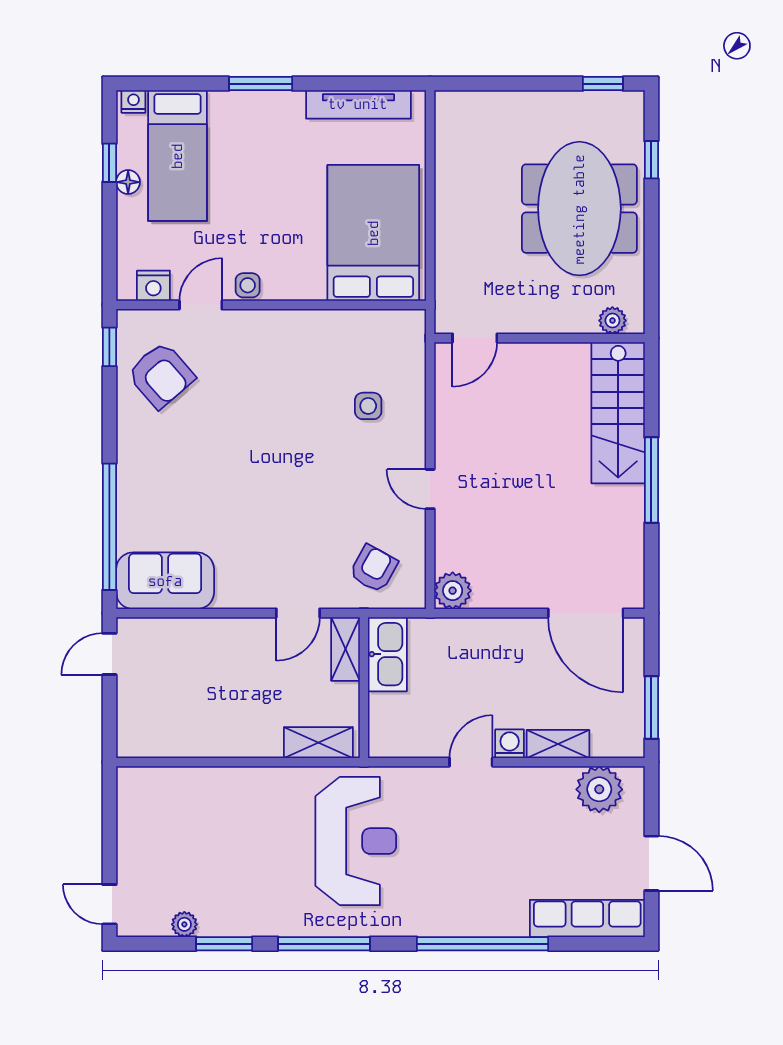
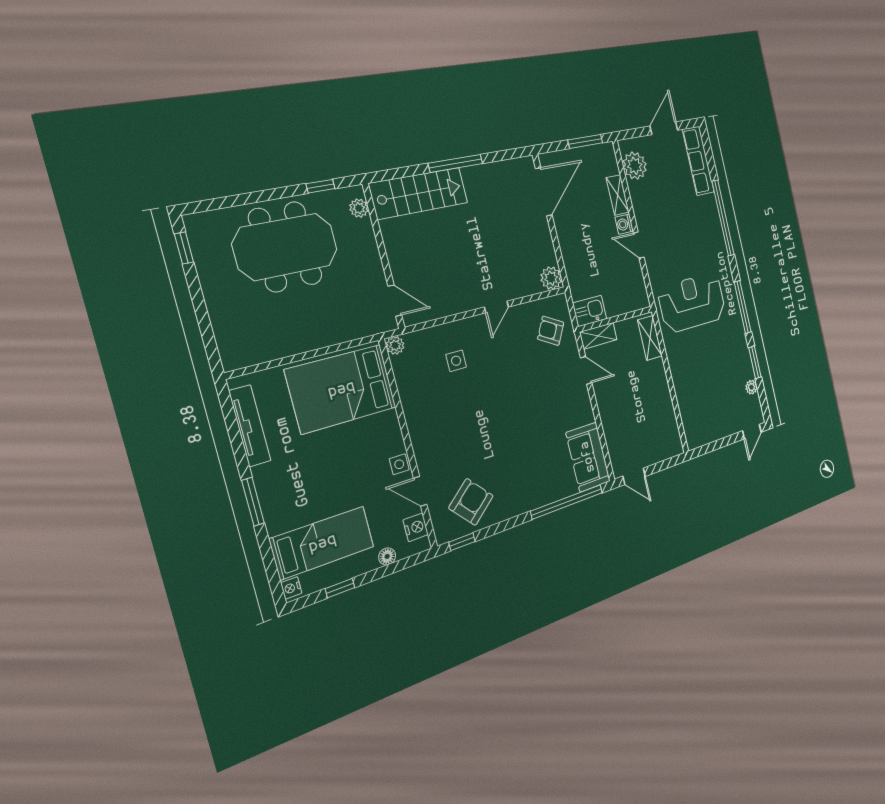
window: (651, 160) -> (320, 186), moved
floor lamp: (128, 182) -> (387, 556), moved
plant: (413, 322) -> (395, 345), added
kitchen sink: (387, 654) -> (590, 311), width x0.73

